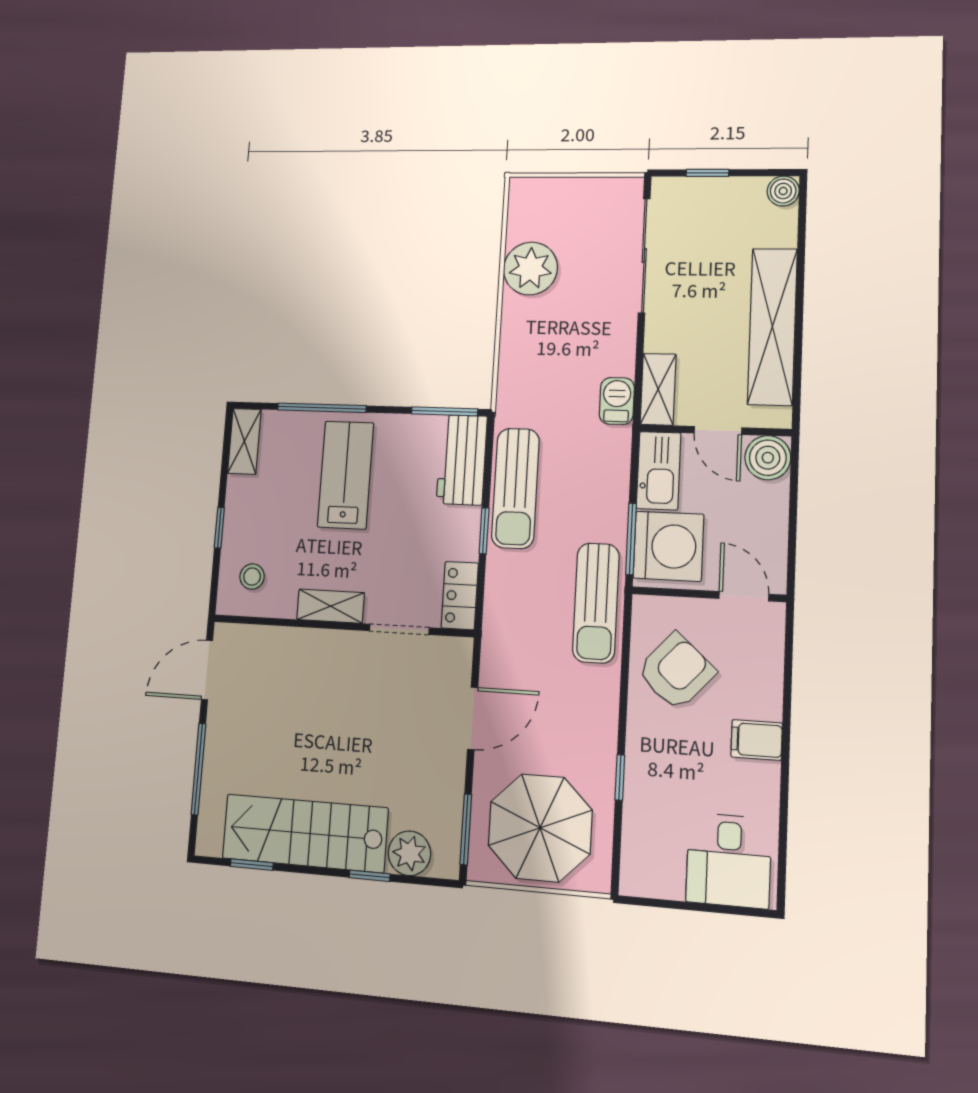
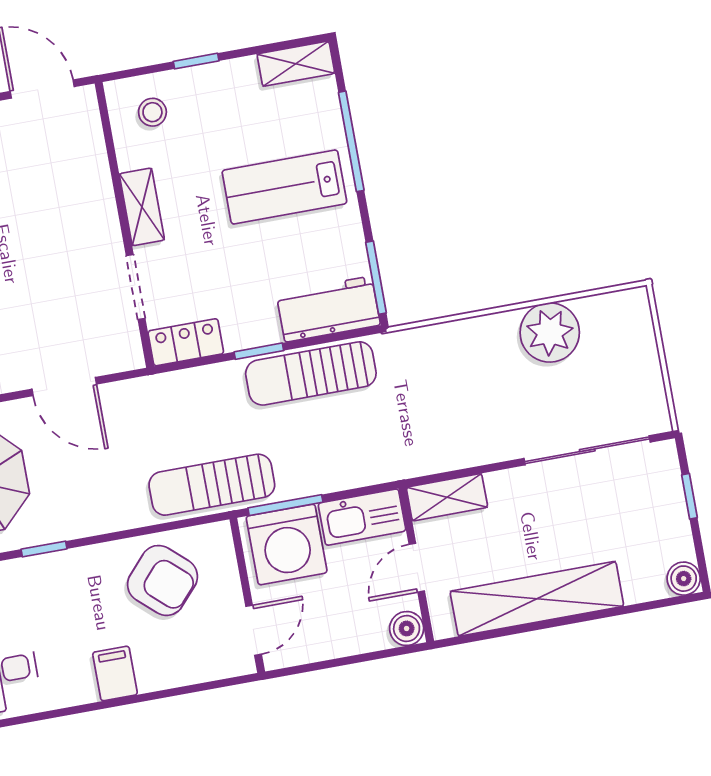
barbecue: (617, 401) -> (426, 457), removed
boiler: (768, 458) -> (407, 628), width x0.73, depth x0.73
lab bench: (346, 475) -> (284, 187), turned 180

